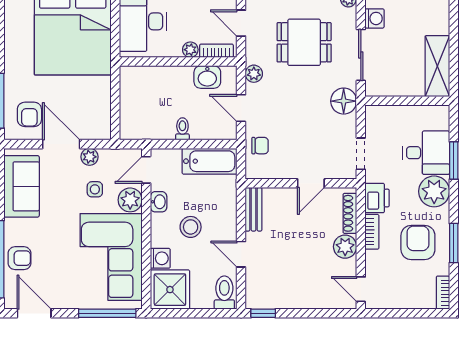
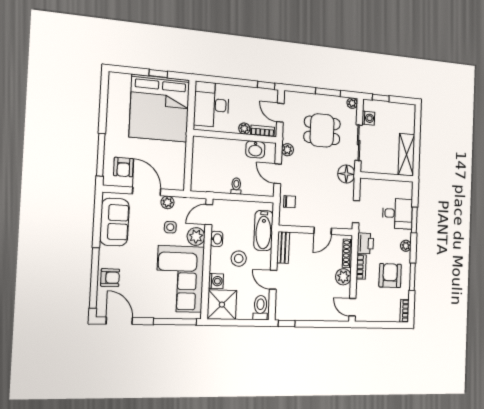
bathtub: (210, 161) -> (264, 230), moved, turned 90
plant: (434, 191) -> (406, 246), width x0.53, depth x0.53

